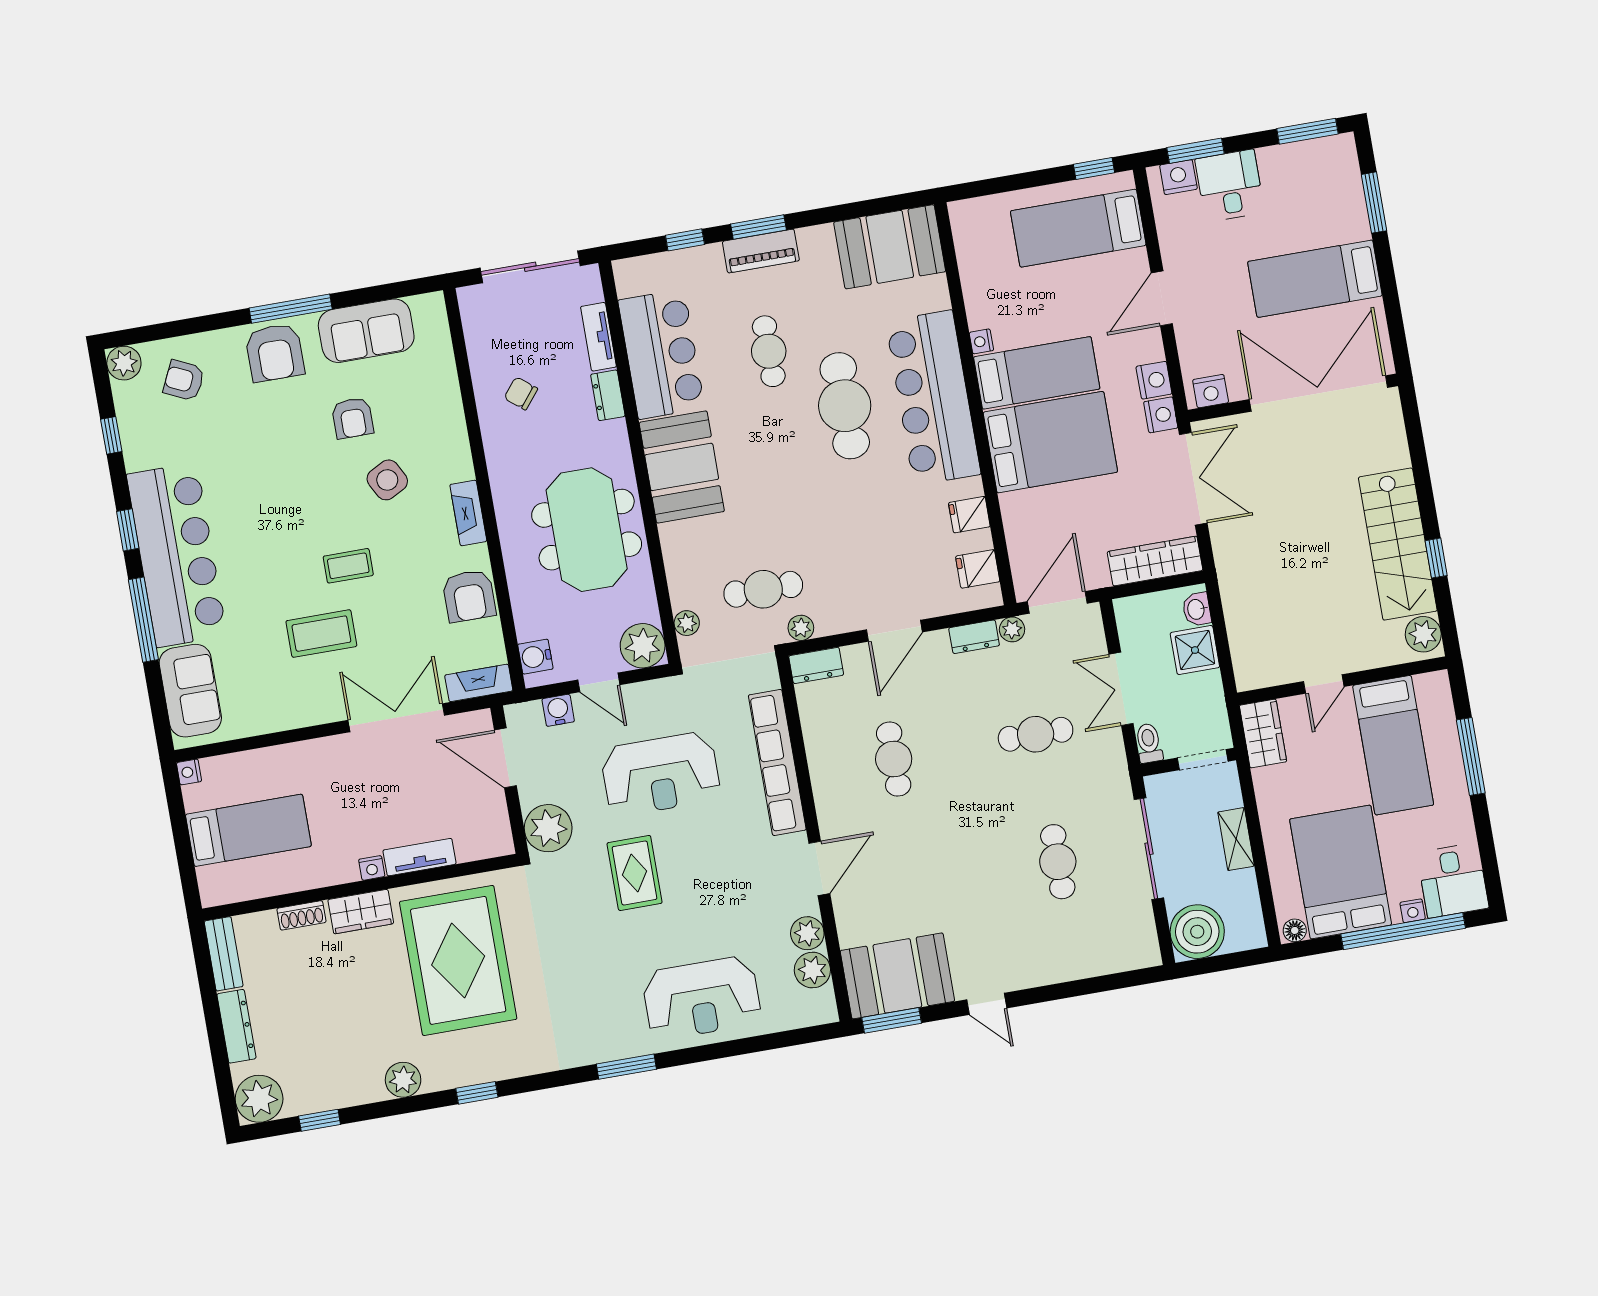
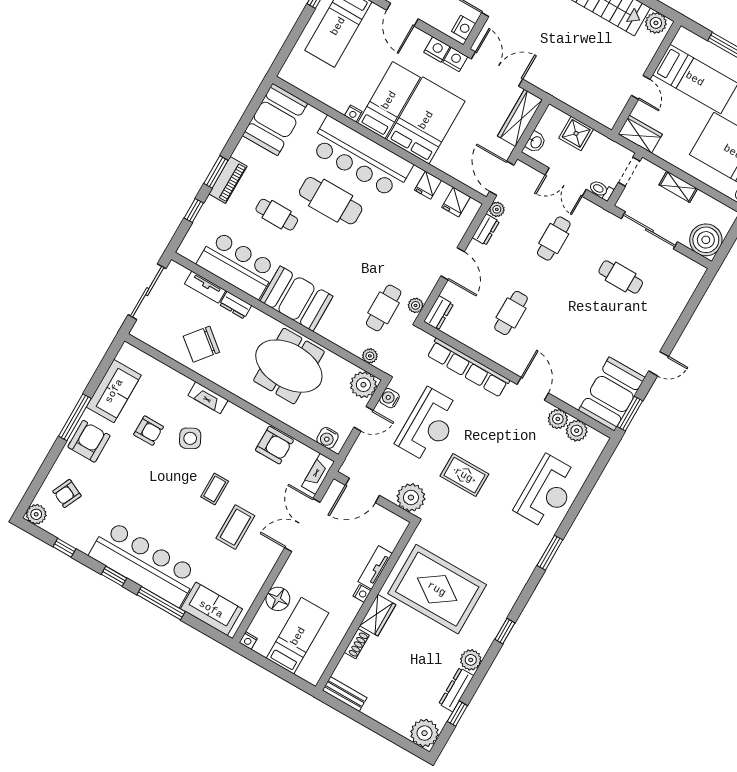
armchair: (275, 353) -> (89, 441), turned -90
chair: (521, 393) -> (201, 344), width x1.87, depth x1.87
fireplace: (468, 513) -> (208, 398), moved
washbasin: (1197, 609) -> (536, 142), moved, turned -90
water cooler: (558, 710) -> (389, 398), moved
cafe table: (894, 759) -> (511, 313), turned 90
floor lamp: (275, 766) -> (278, 599), added
dresser: (236, 1026) -> (456, 690), moved, turned -90

